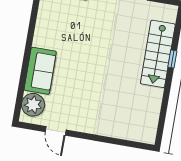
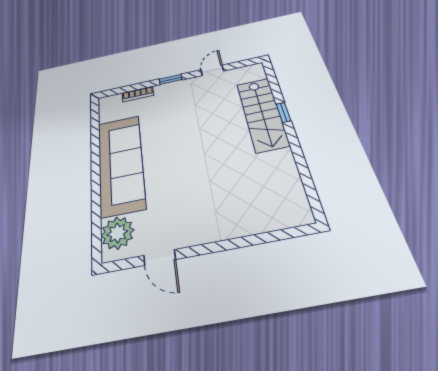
sofa: (40, 71) -> (121, 164), width x1.85, depth x1.27

